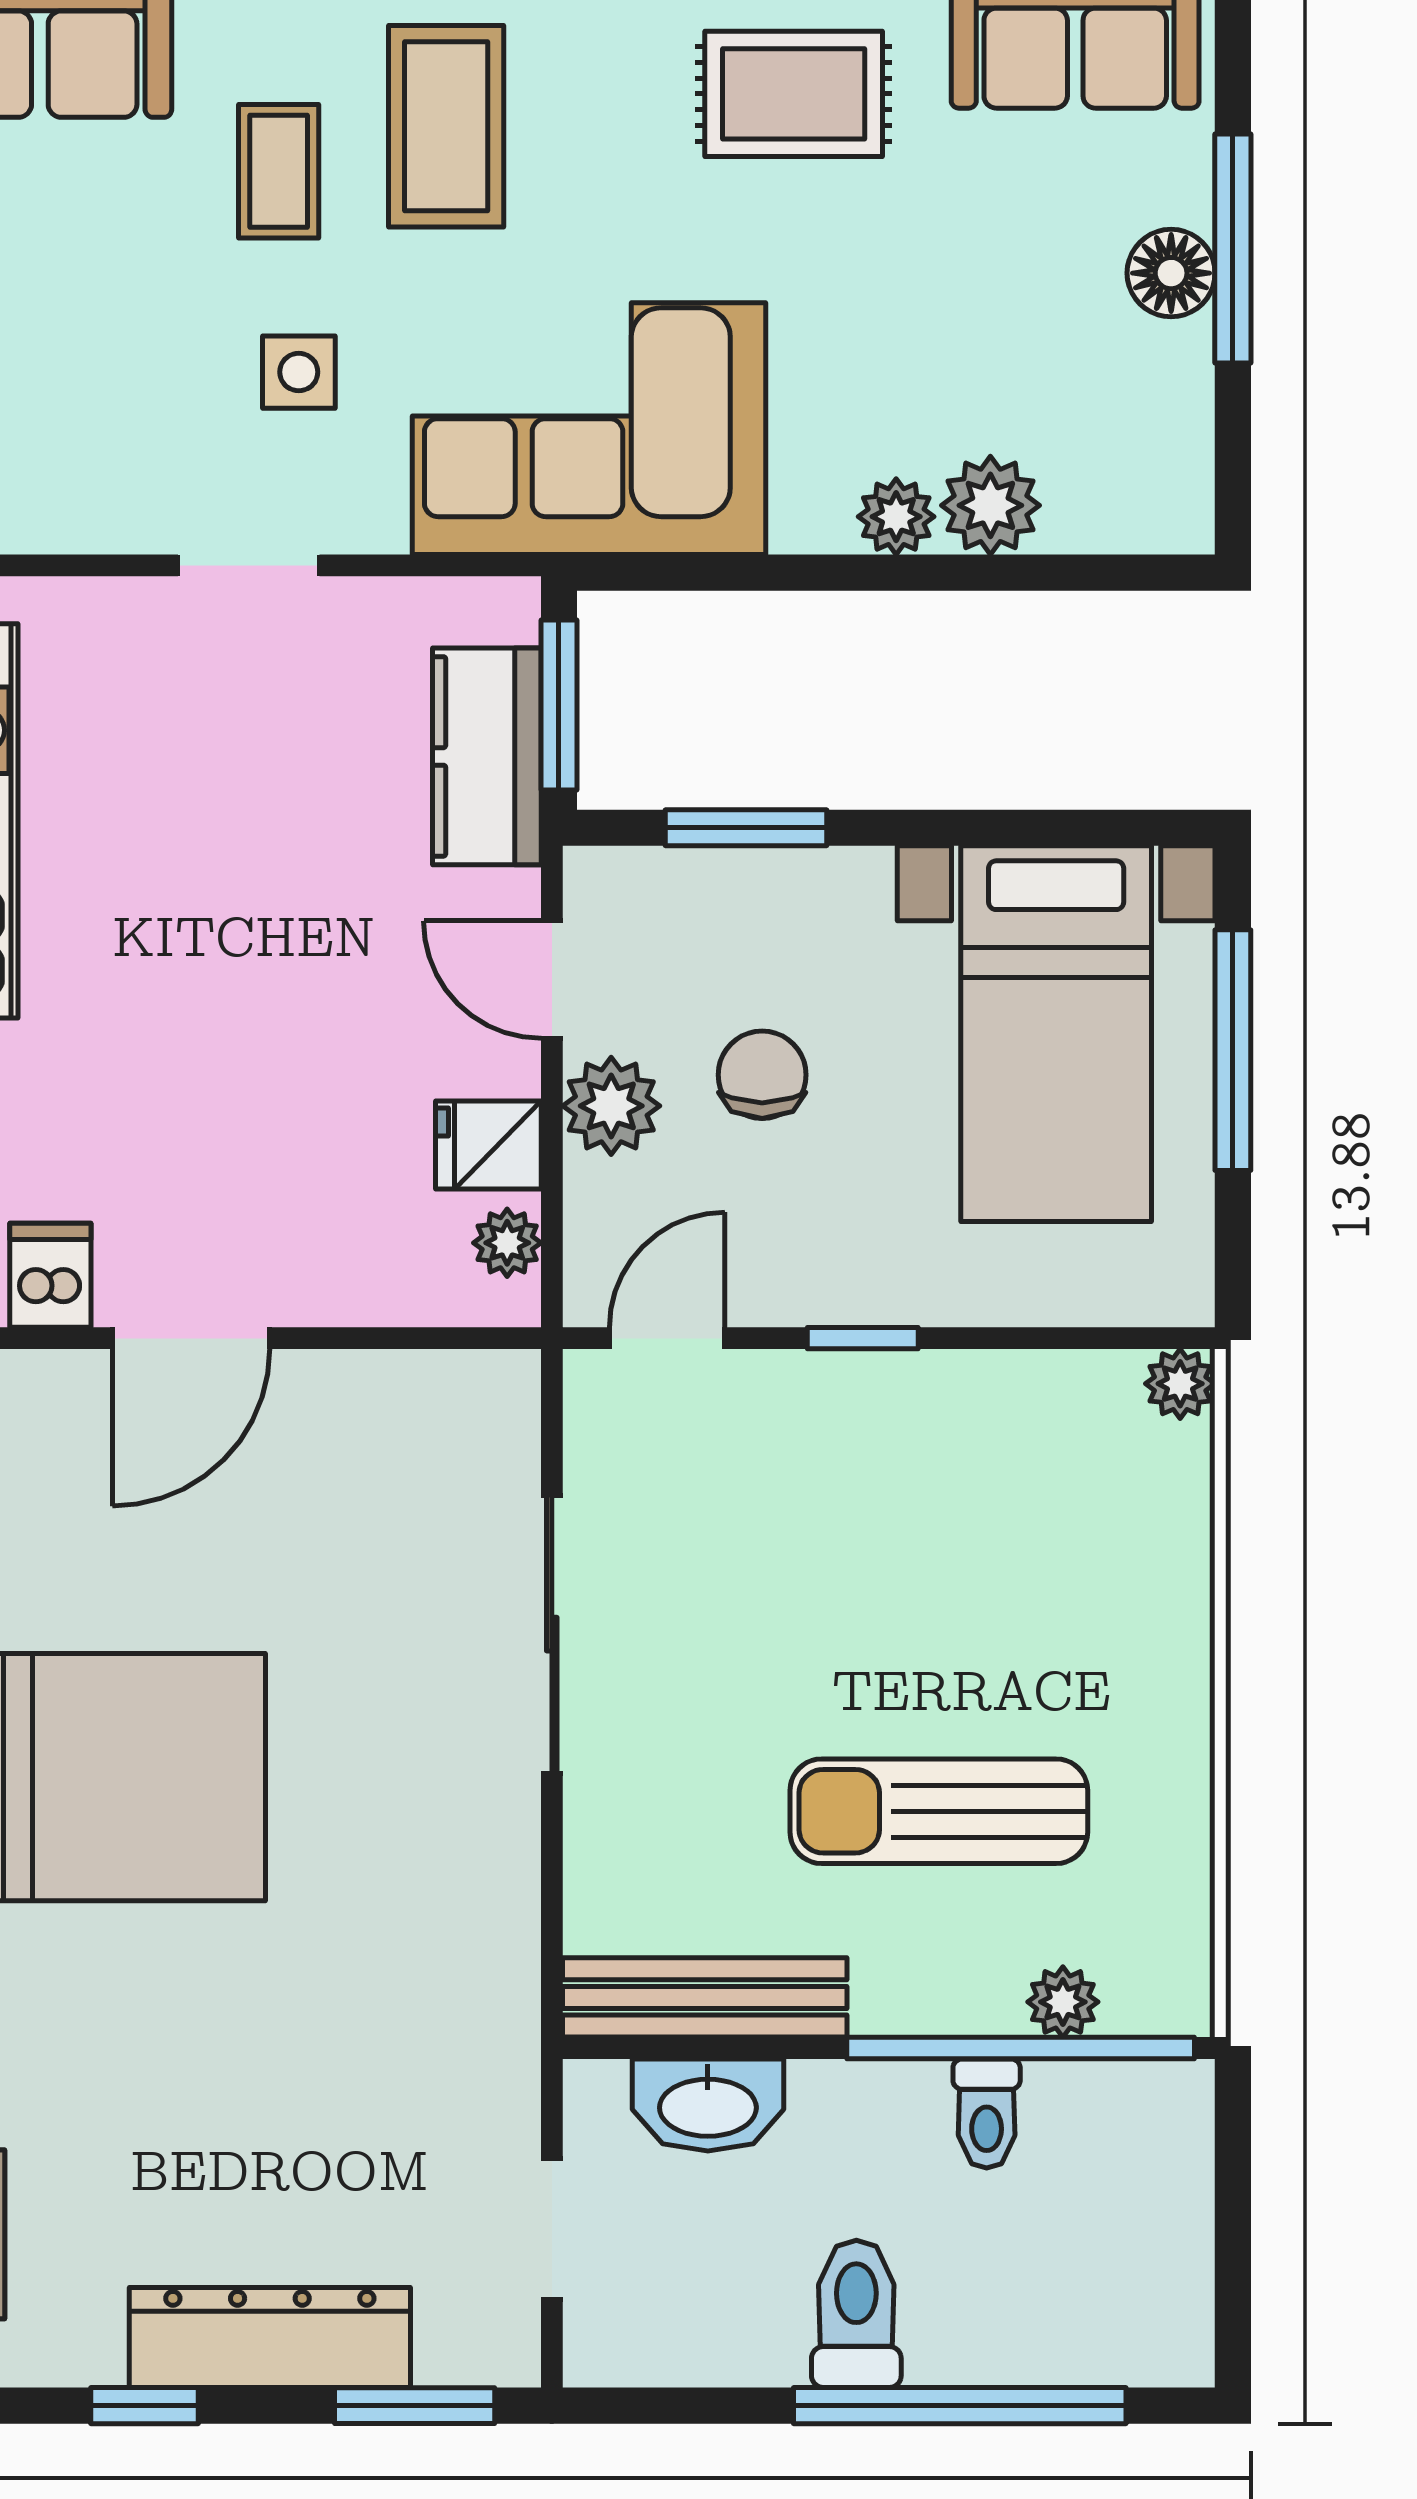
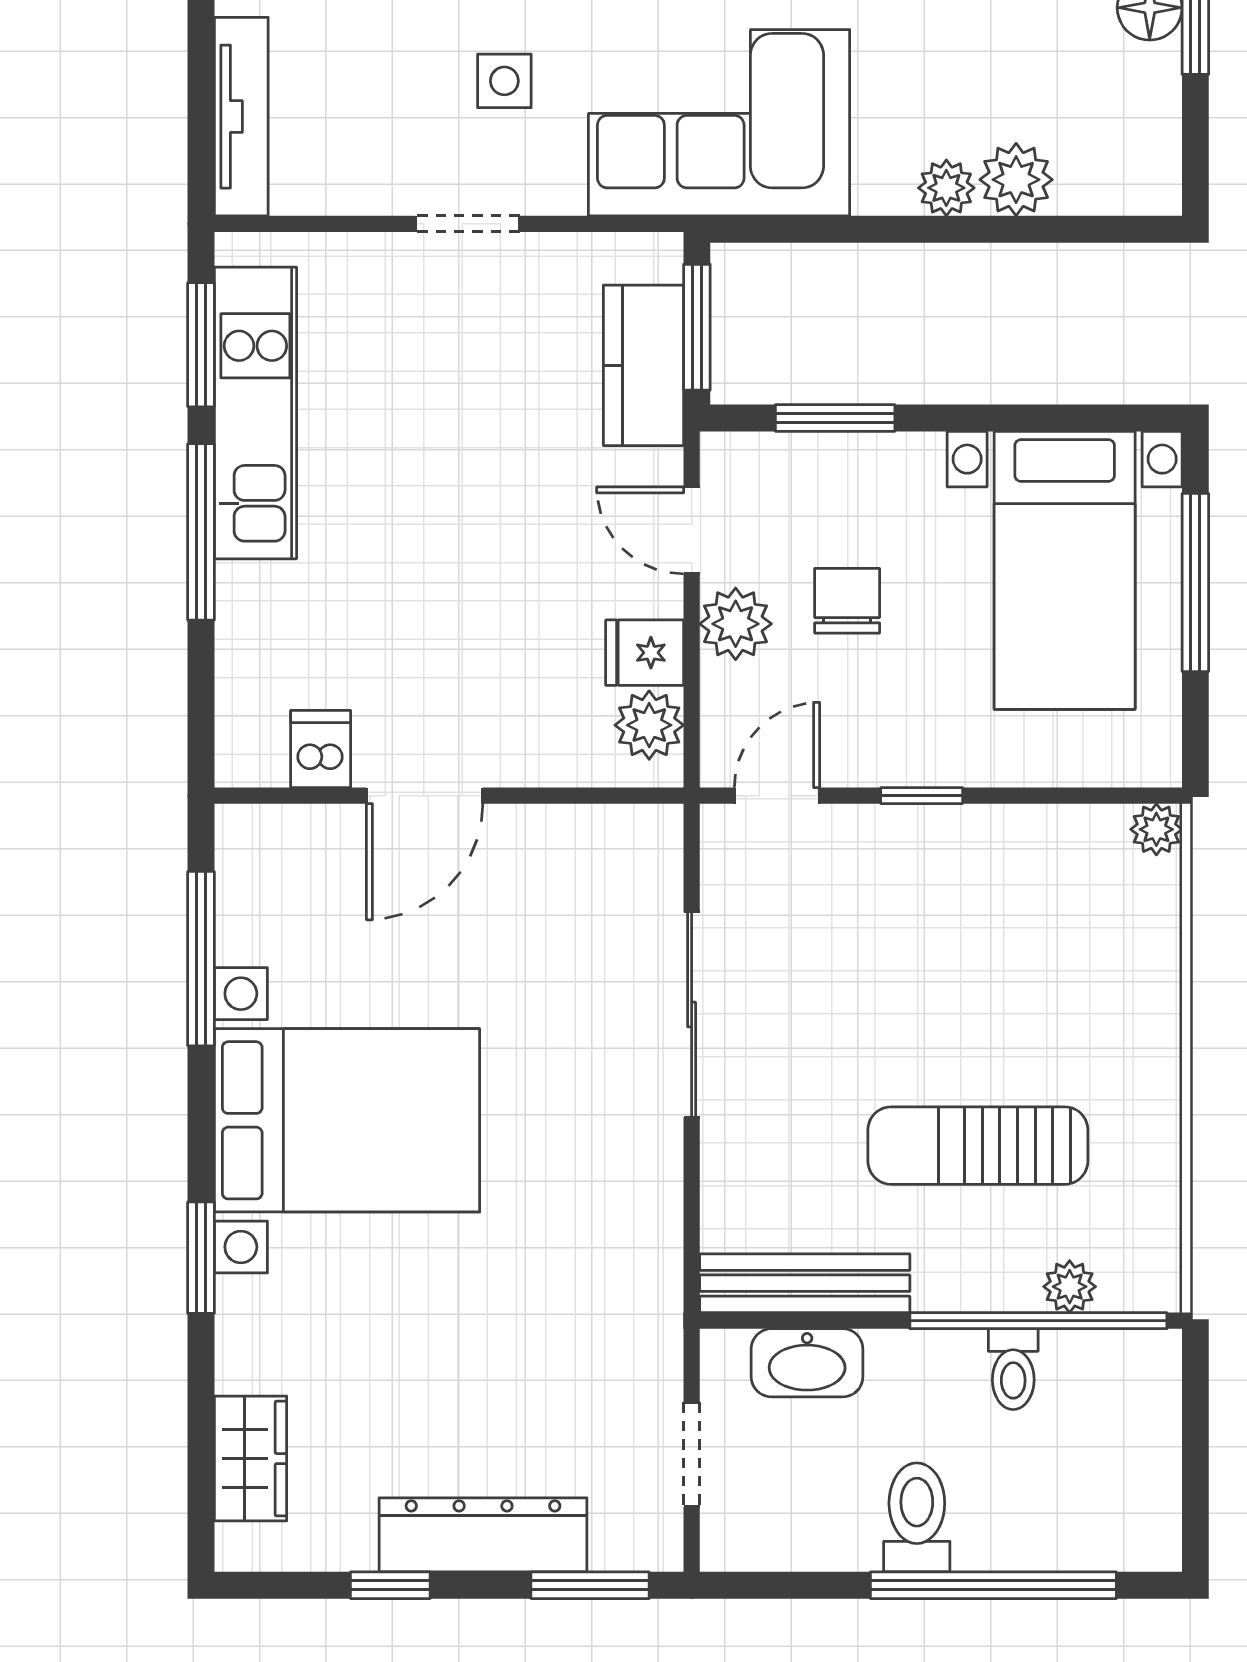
plant: (507, 1243) -> (649, 725), width x1.38, depth x1.38

